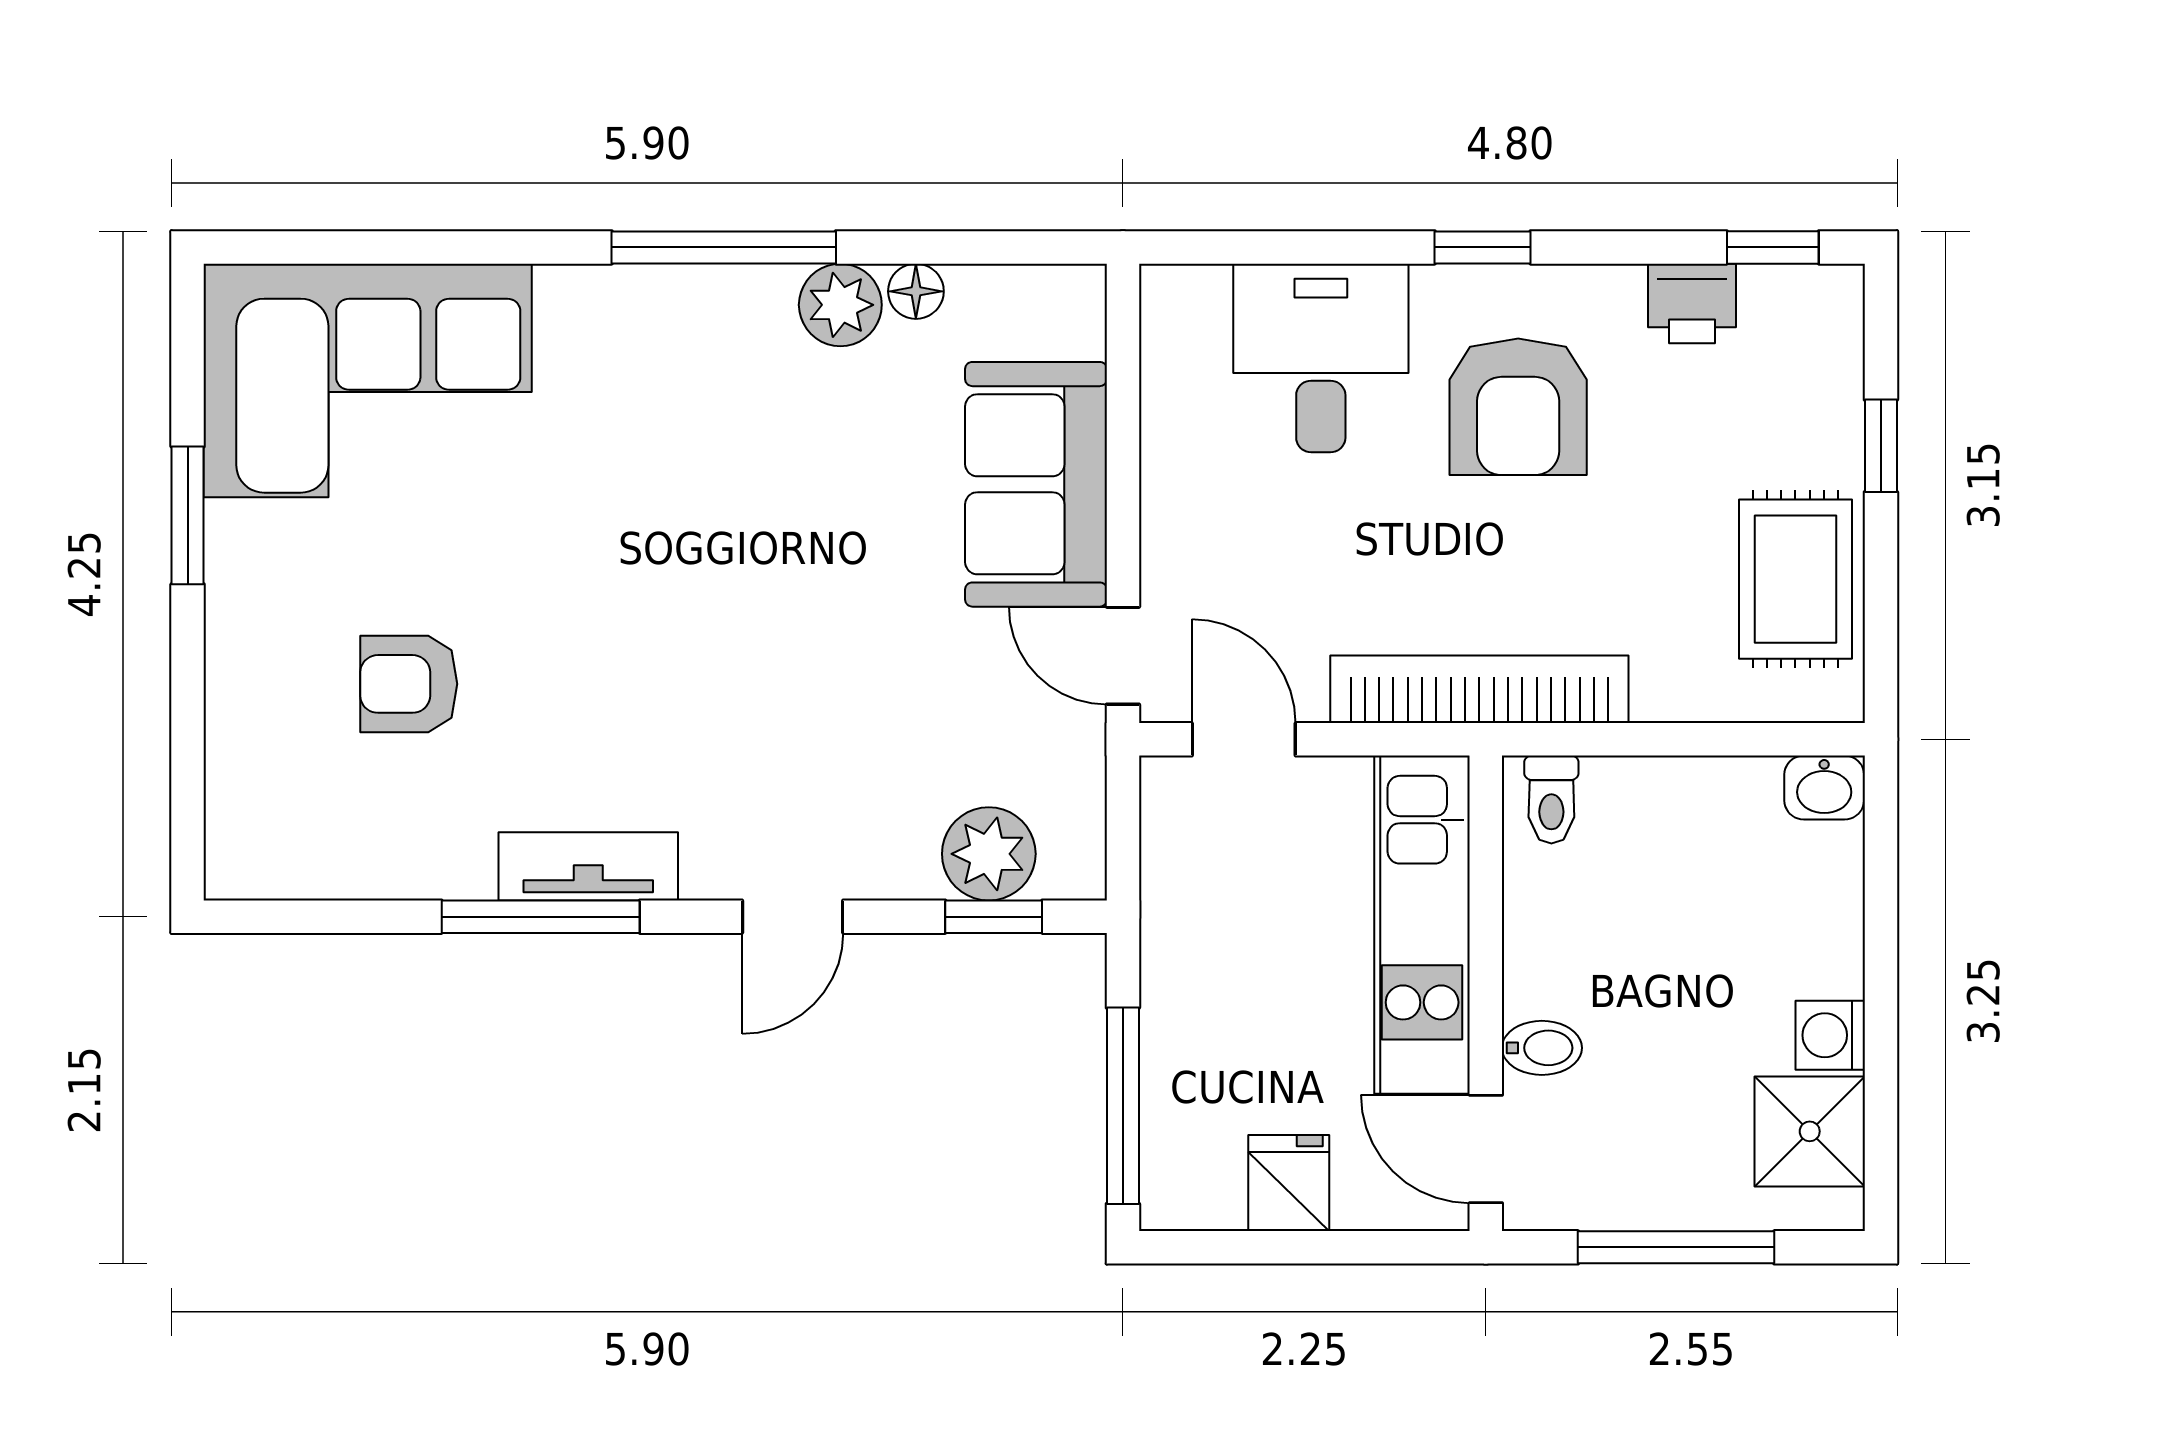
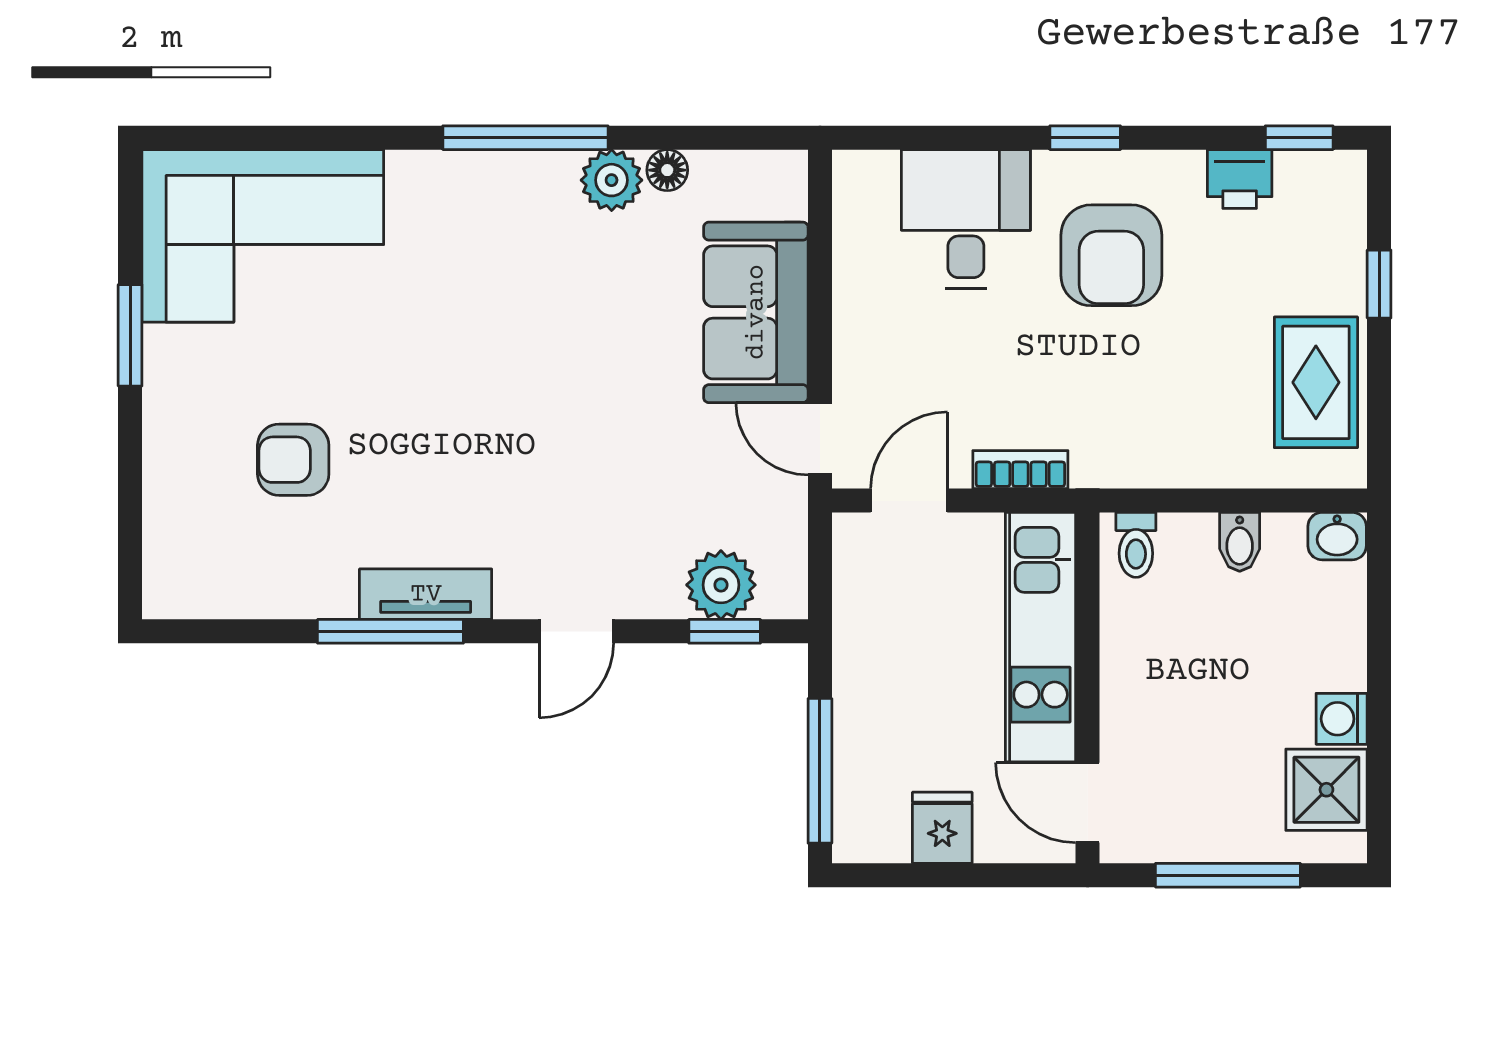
bookcase: (1479, 689) -> (1020, 470), width x0.43, depth x0.76
door: (1244, 739) -> (909, 501), hinge flipped
bidet: (1542, 1048) -> (1240, 542), moved, turned 90

